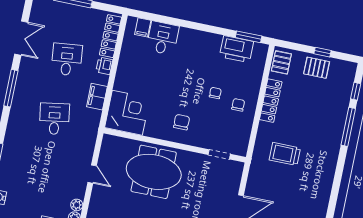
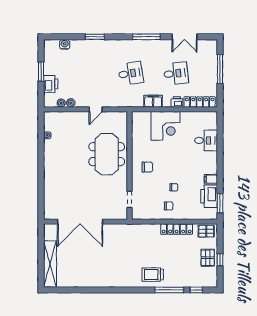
filing cabinet: (143, 27) -> (211, 179), moved
corner desk: (127, 113) -> (166, 126), moved
trolley: (285, 154) -> (153, 275), moved, turned -90

